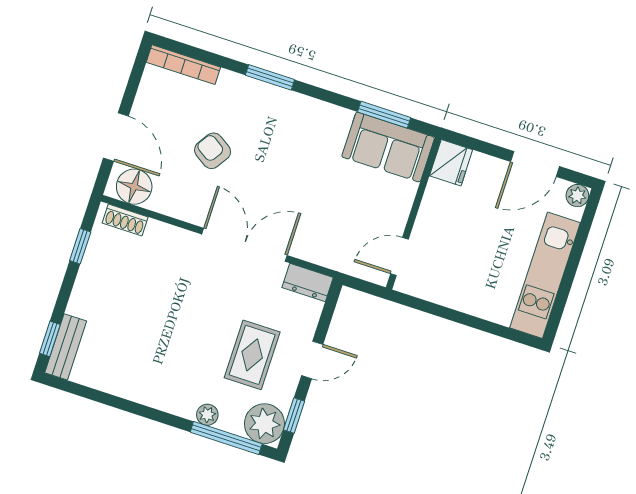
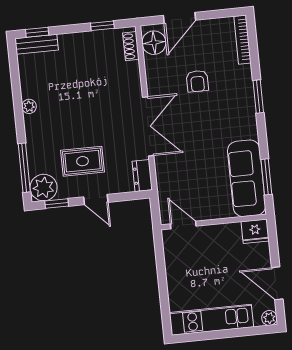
sofa: (388, 147) -> (247, 178), width x1.36
armchair: (213, 151) -> (197, 81), turned 147
plant: (207, 415) -> (29, 106), moved

